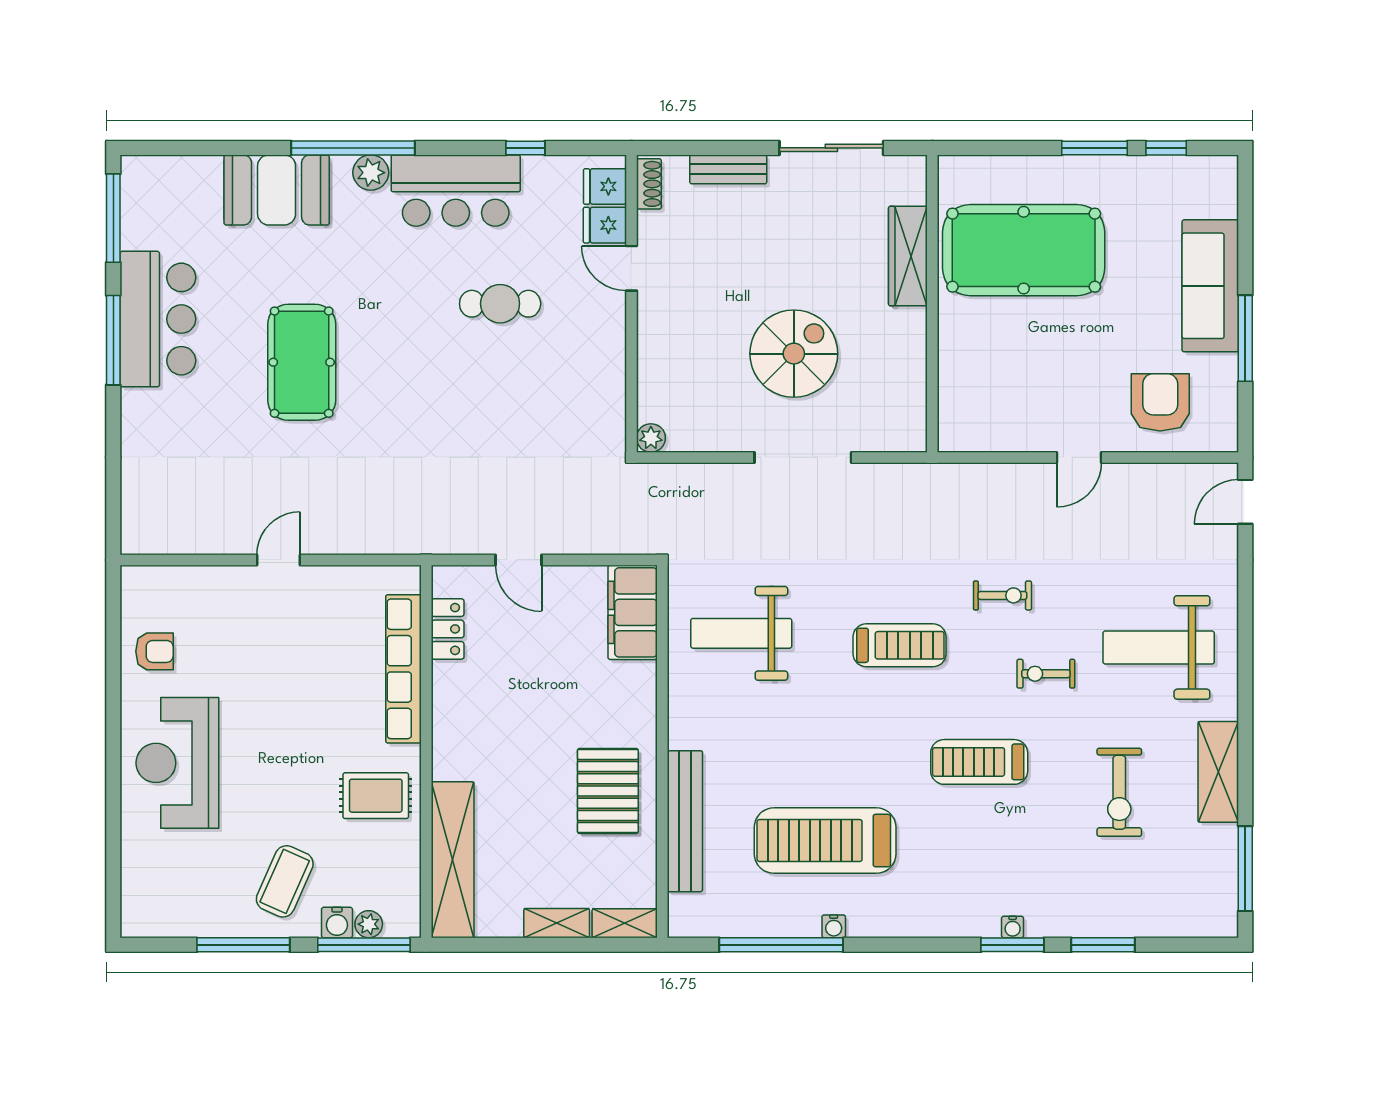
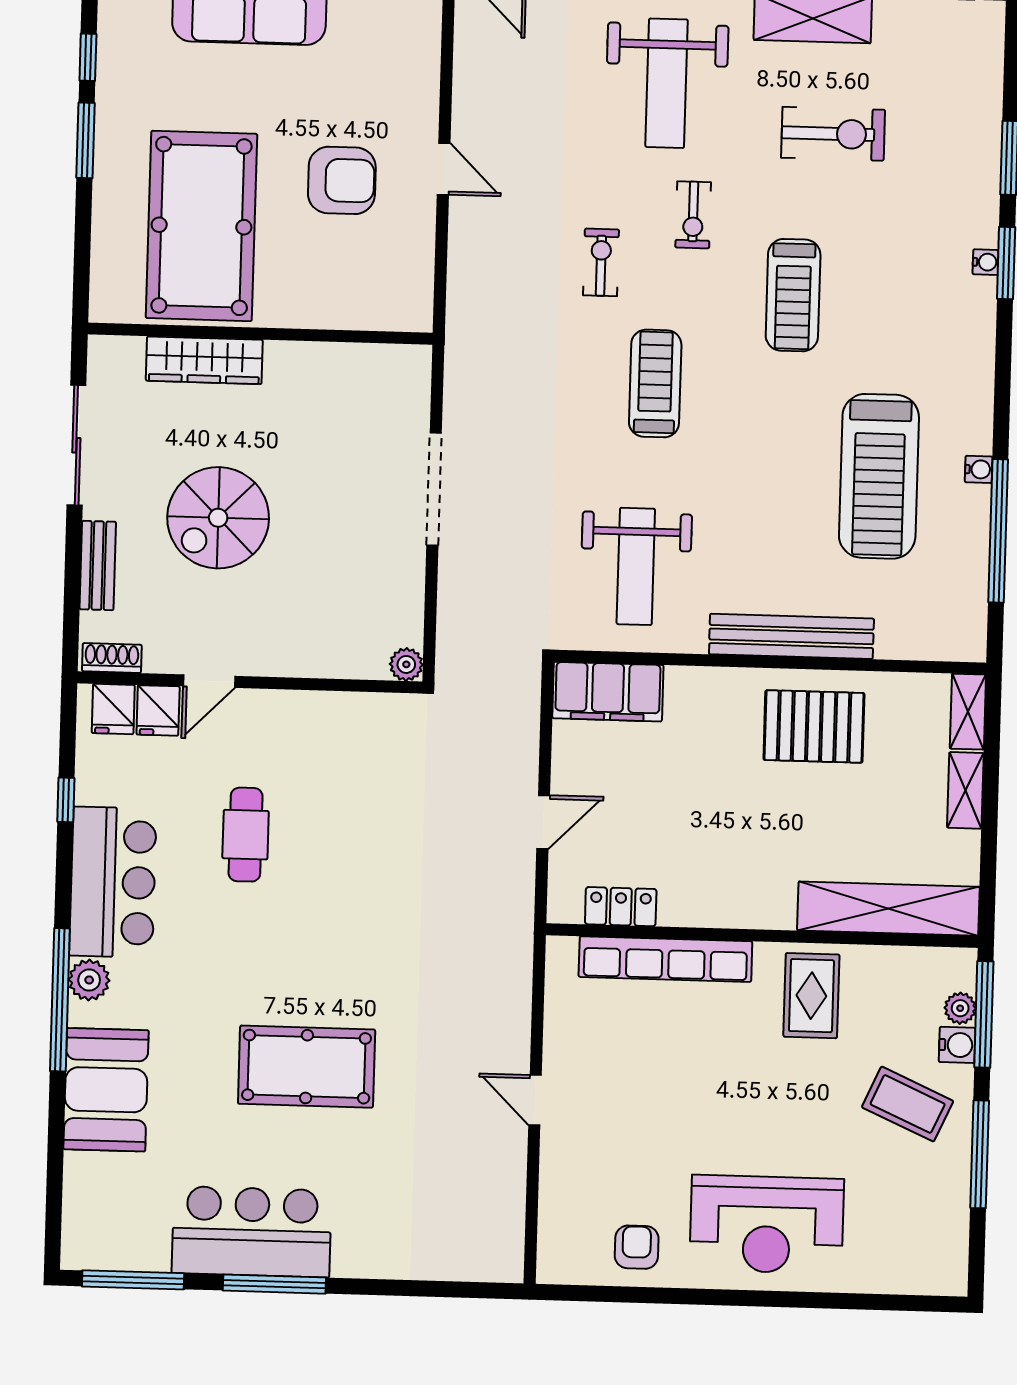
spiral stairs: (794, 354) -> (218, 518), moved, turned -90
armchair: (1160, 402) -> (342, 180), moved, turned 180
bench: (685, 821) -> (791, 636), moved

